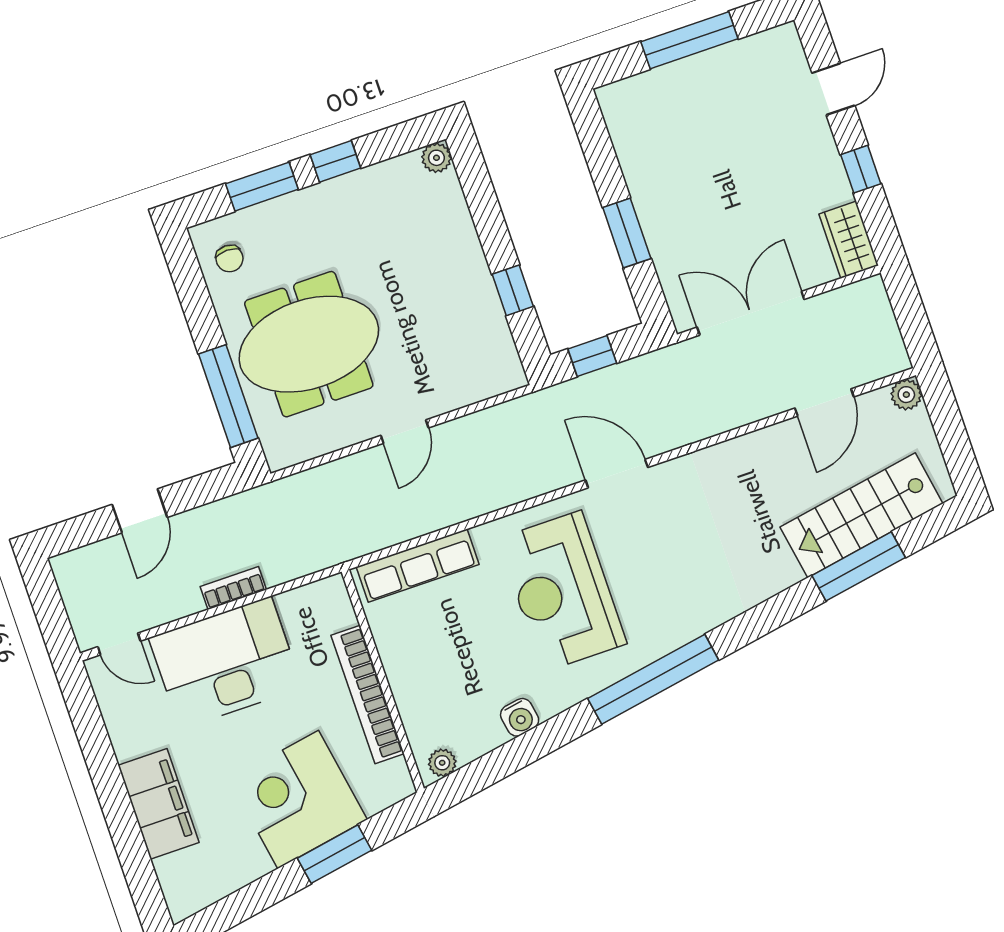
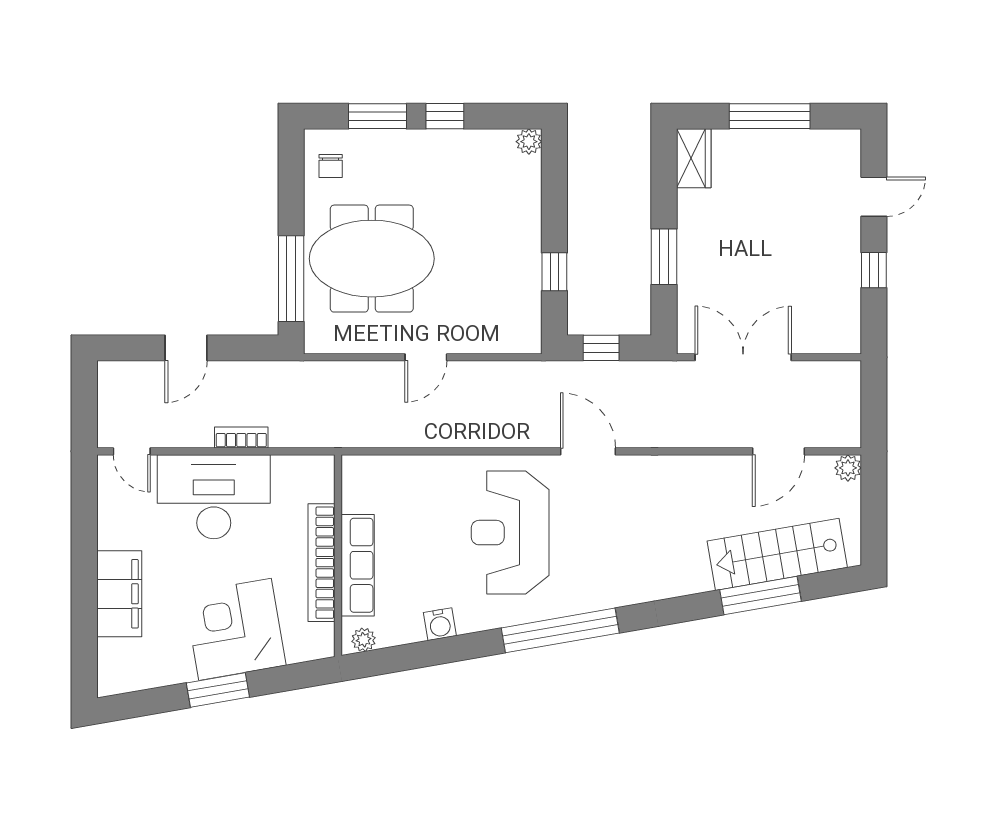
wardrobe: (849, 240) -> (694, 158), moved, turned 180
row of seats: (418, 566) -> (358, 565), moved, turned -90
window: (335, 854) -> (218, 690), moved

